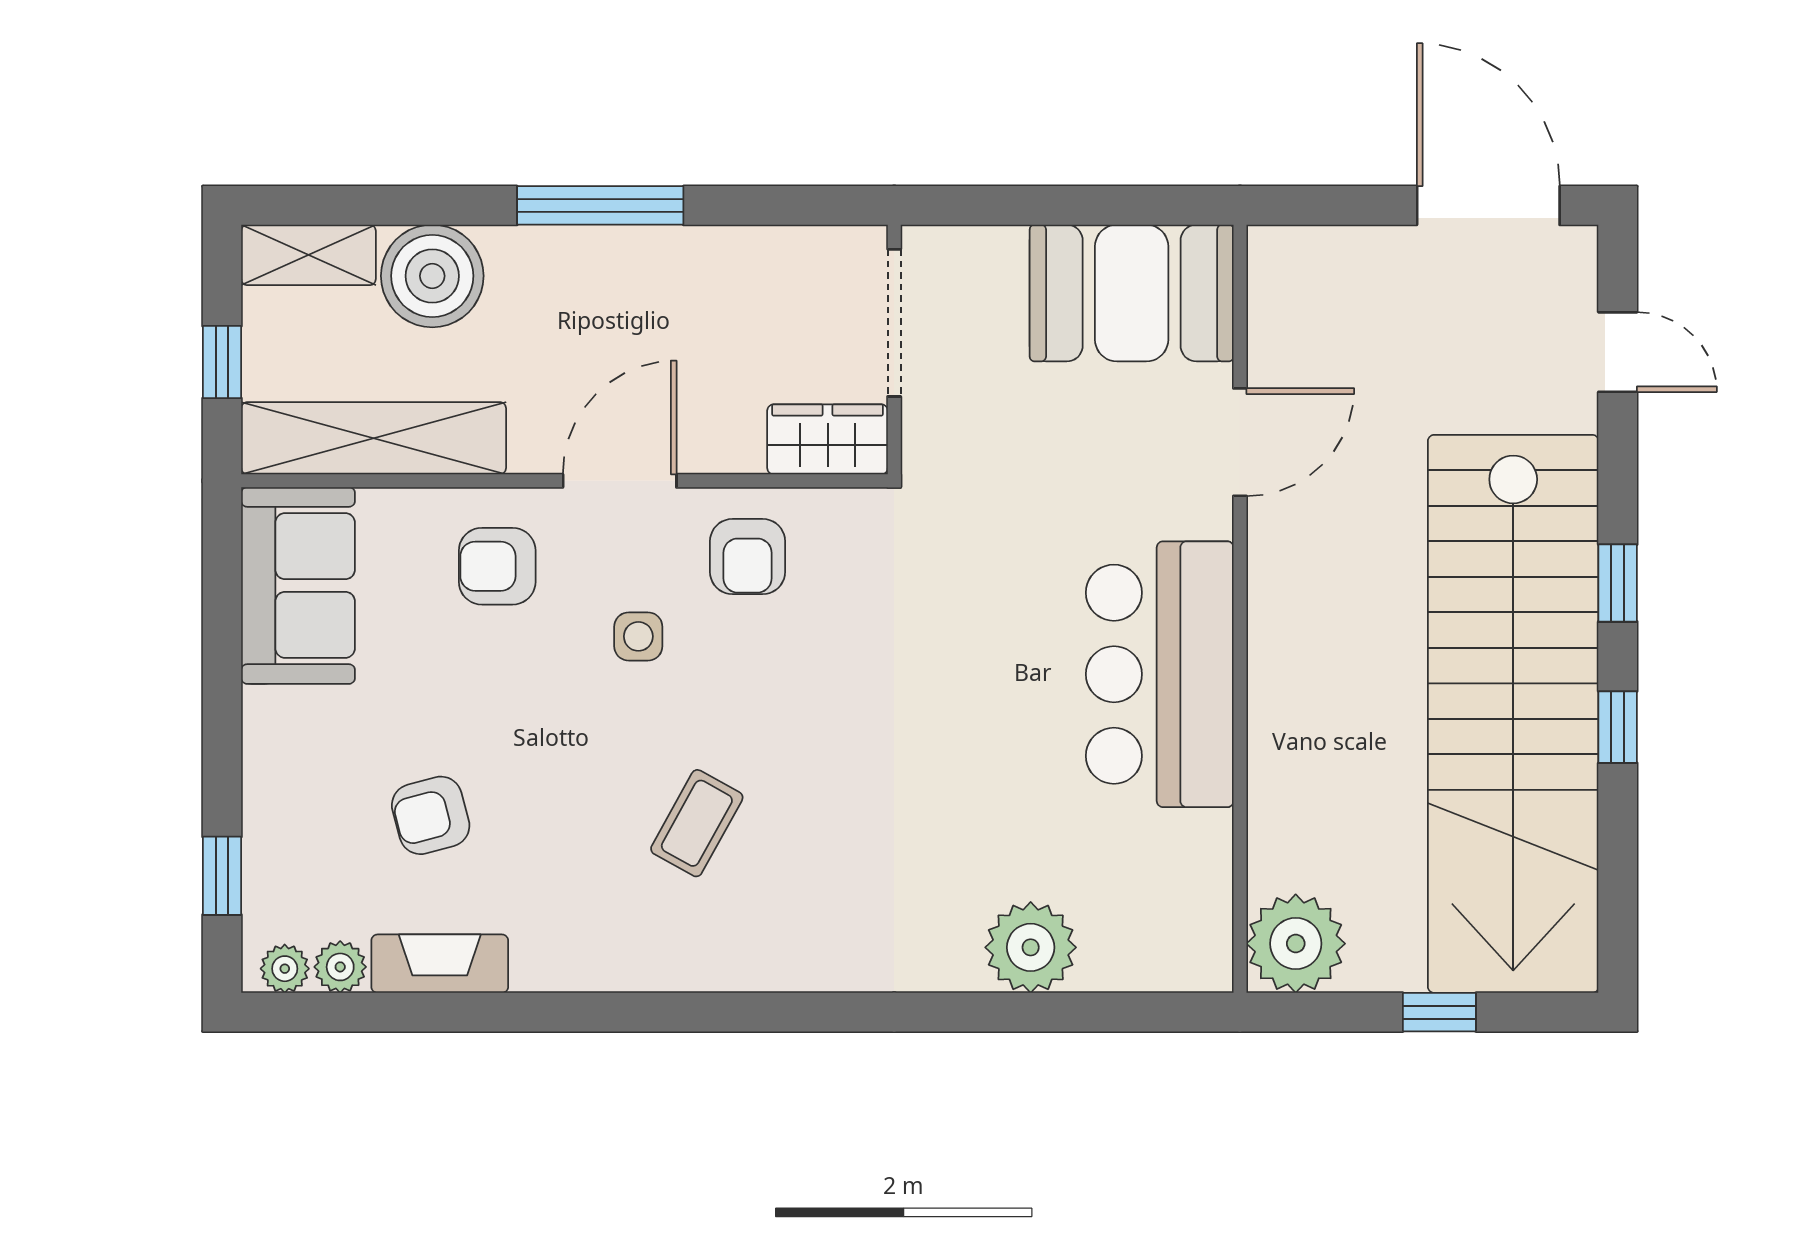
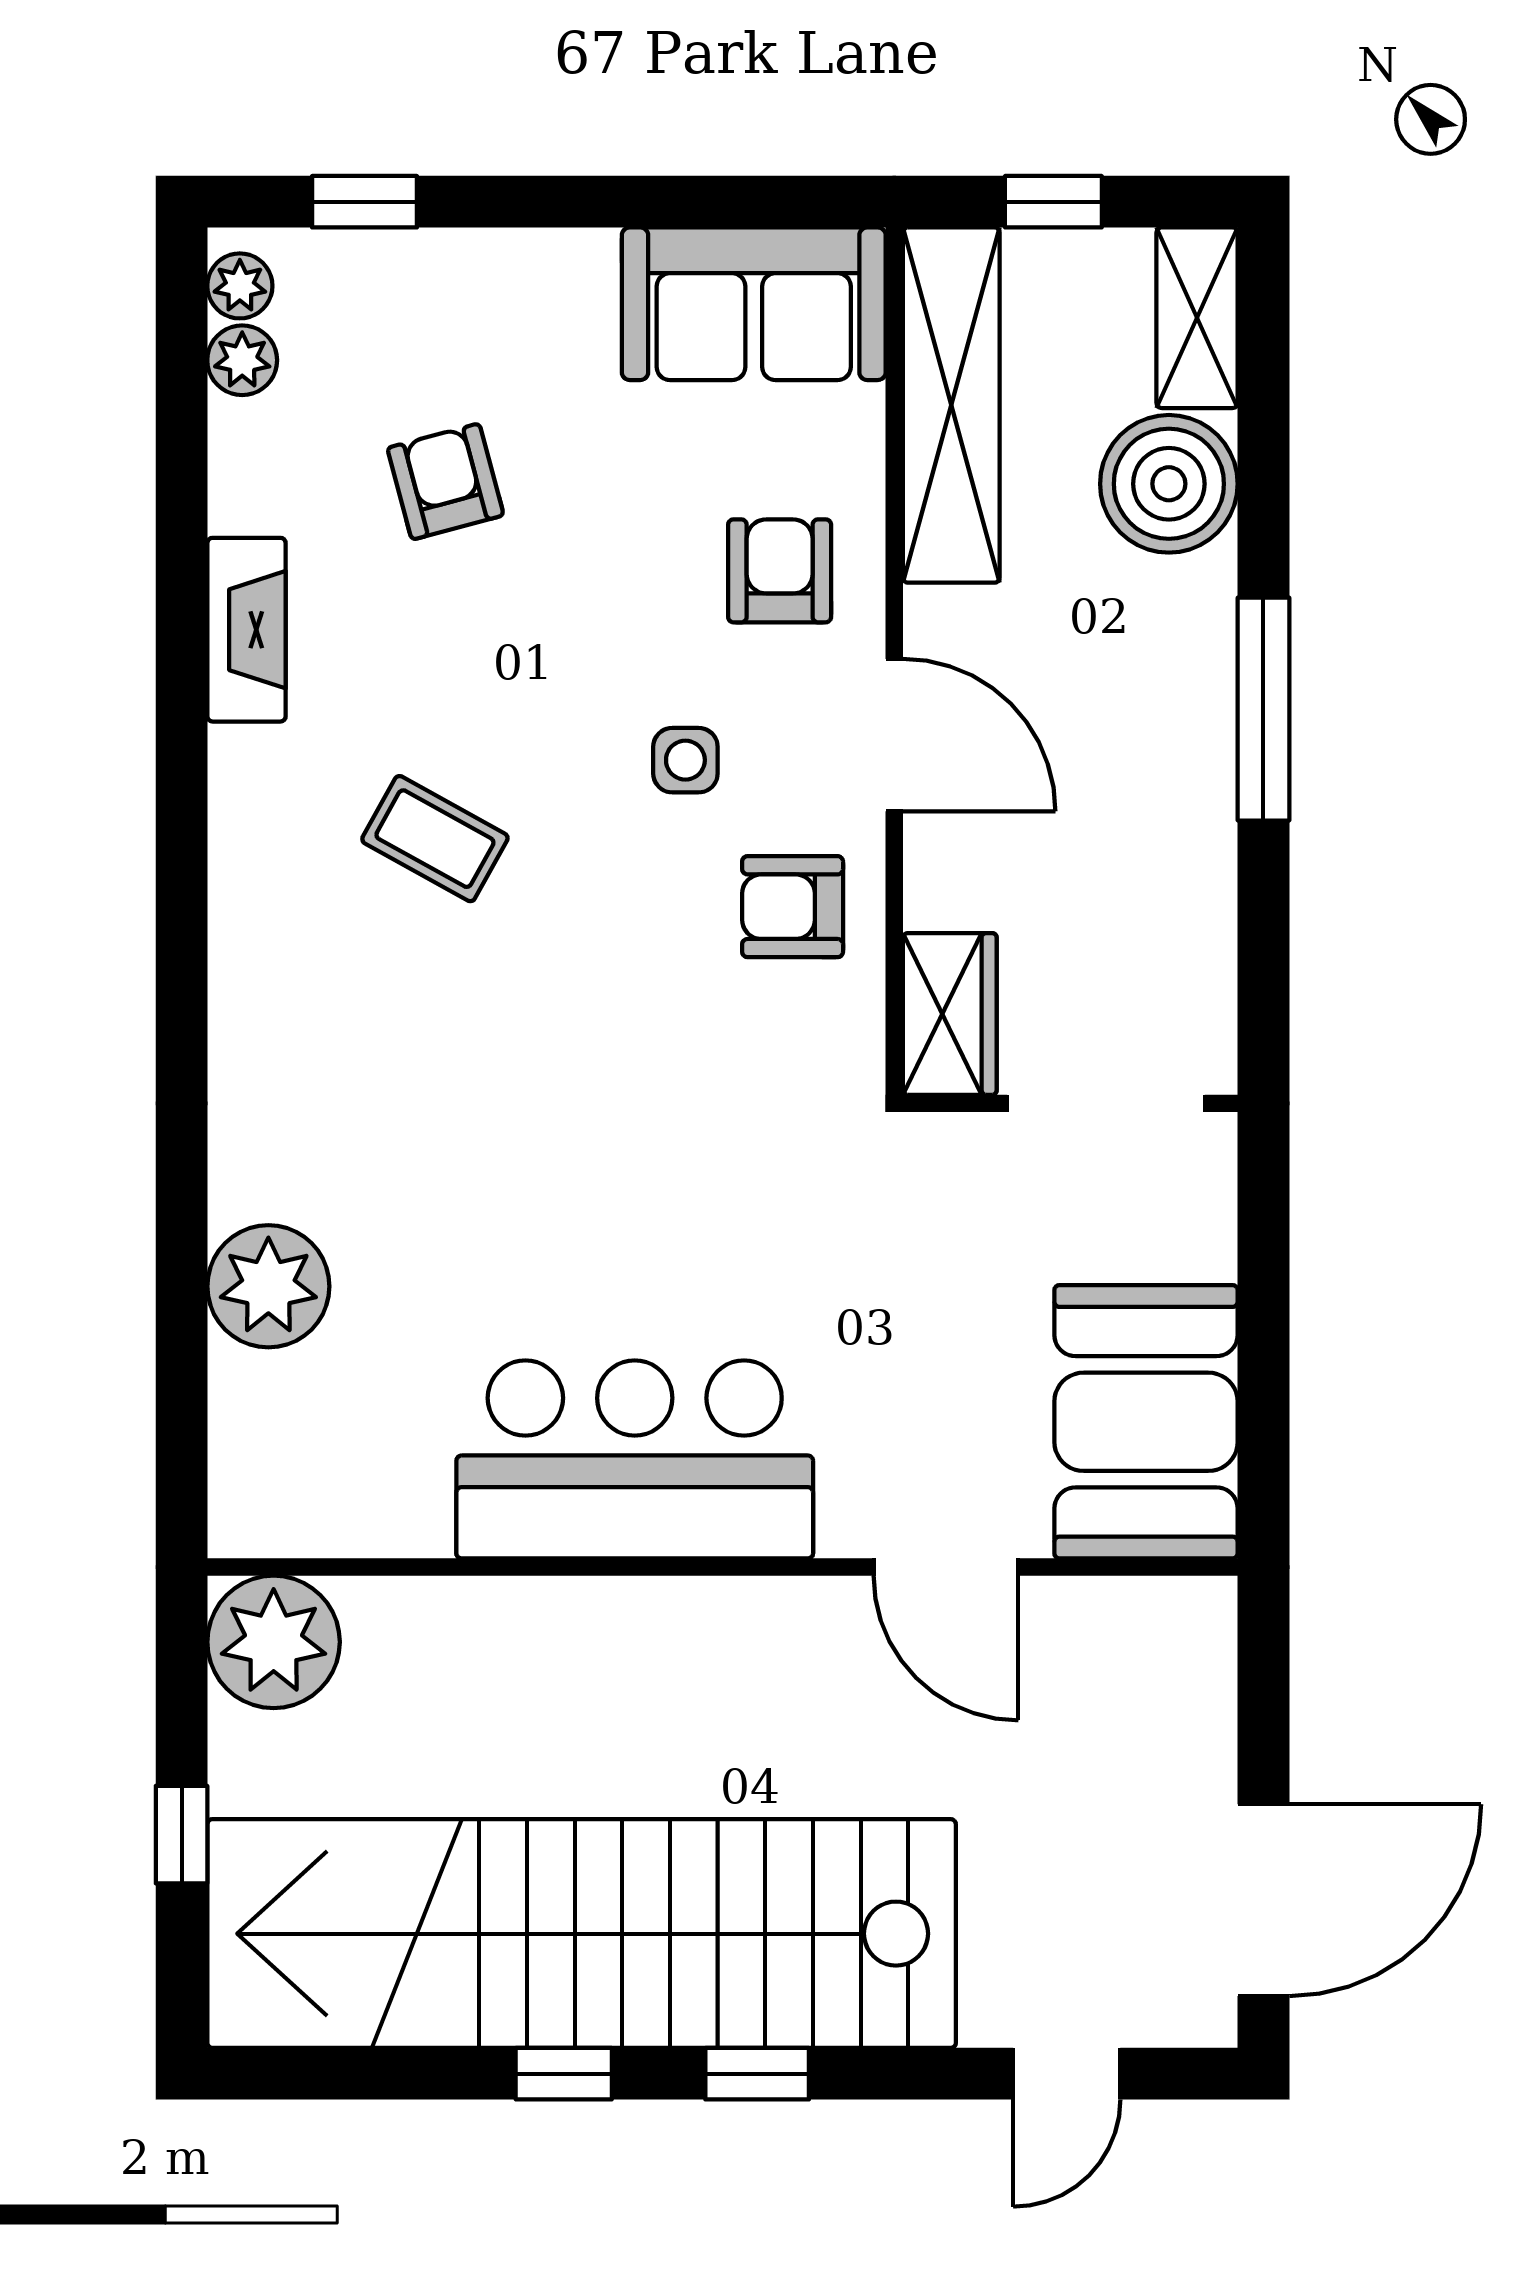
fireplace: (440, 964) -> (247, 630), moved

